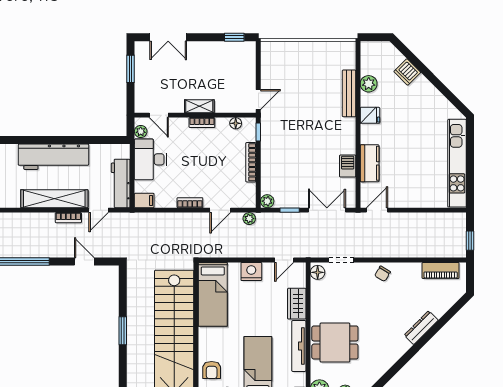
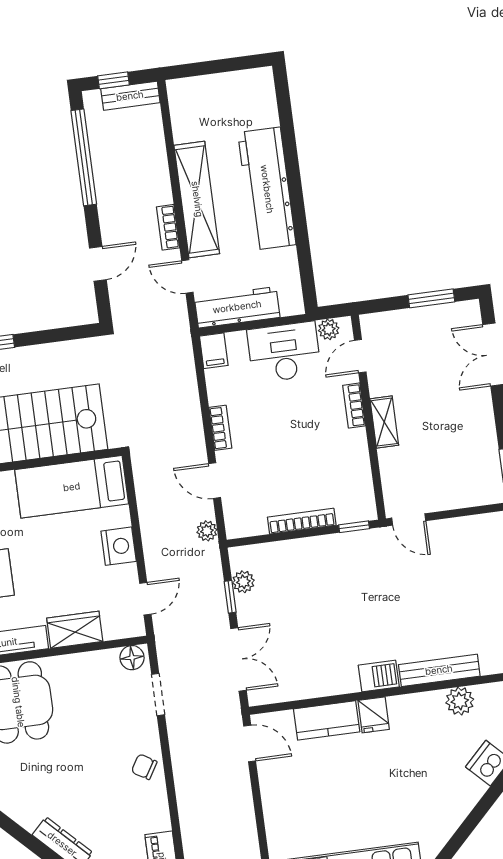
fridge: (370, 115) -> (374, 715), moved
bookcase: (202, 123) -> (354, 406), moved
floor lamp: (236, 123) -> (364, 487), removed
barbecue: (348, 166) -> (379, 676), moved
plant: (267, 201) -> (243, 582), moved
door: (284, 260) -> (145, 599), swing flipped

